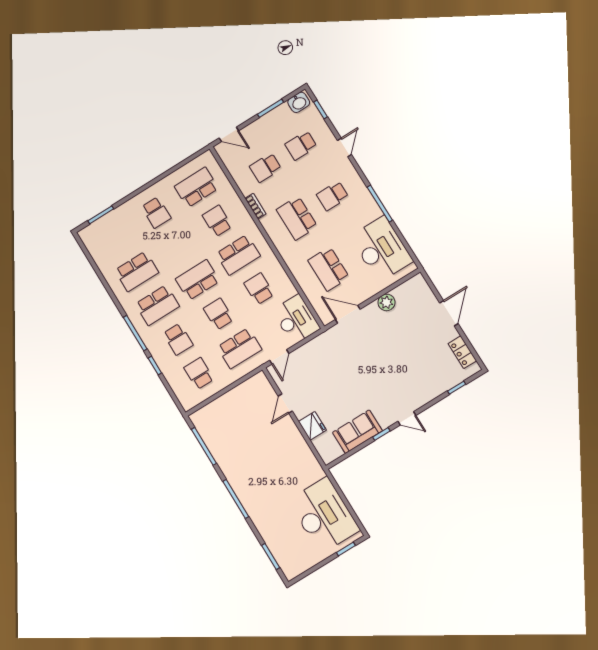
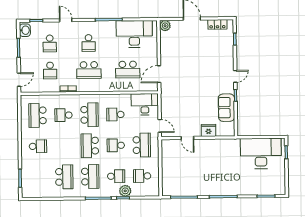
plant: (386, 302) -> (165, 26), moved
plant: (166, 363) -> (125, 191), added

